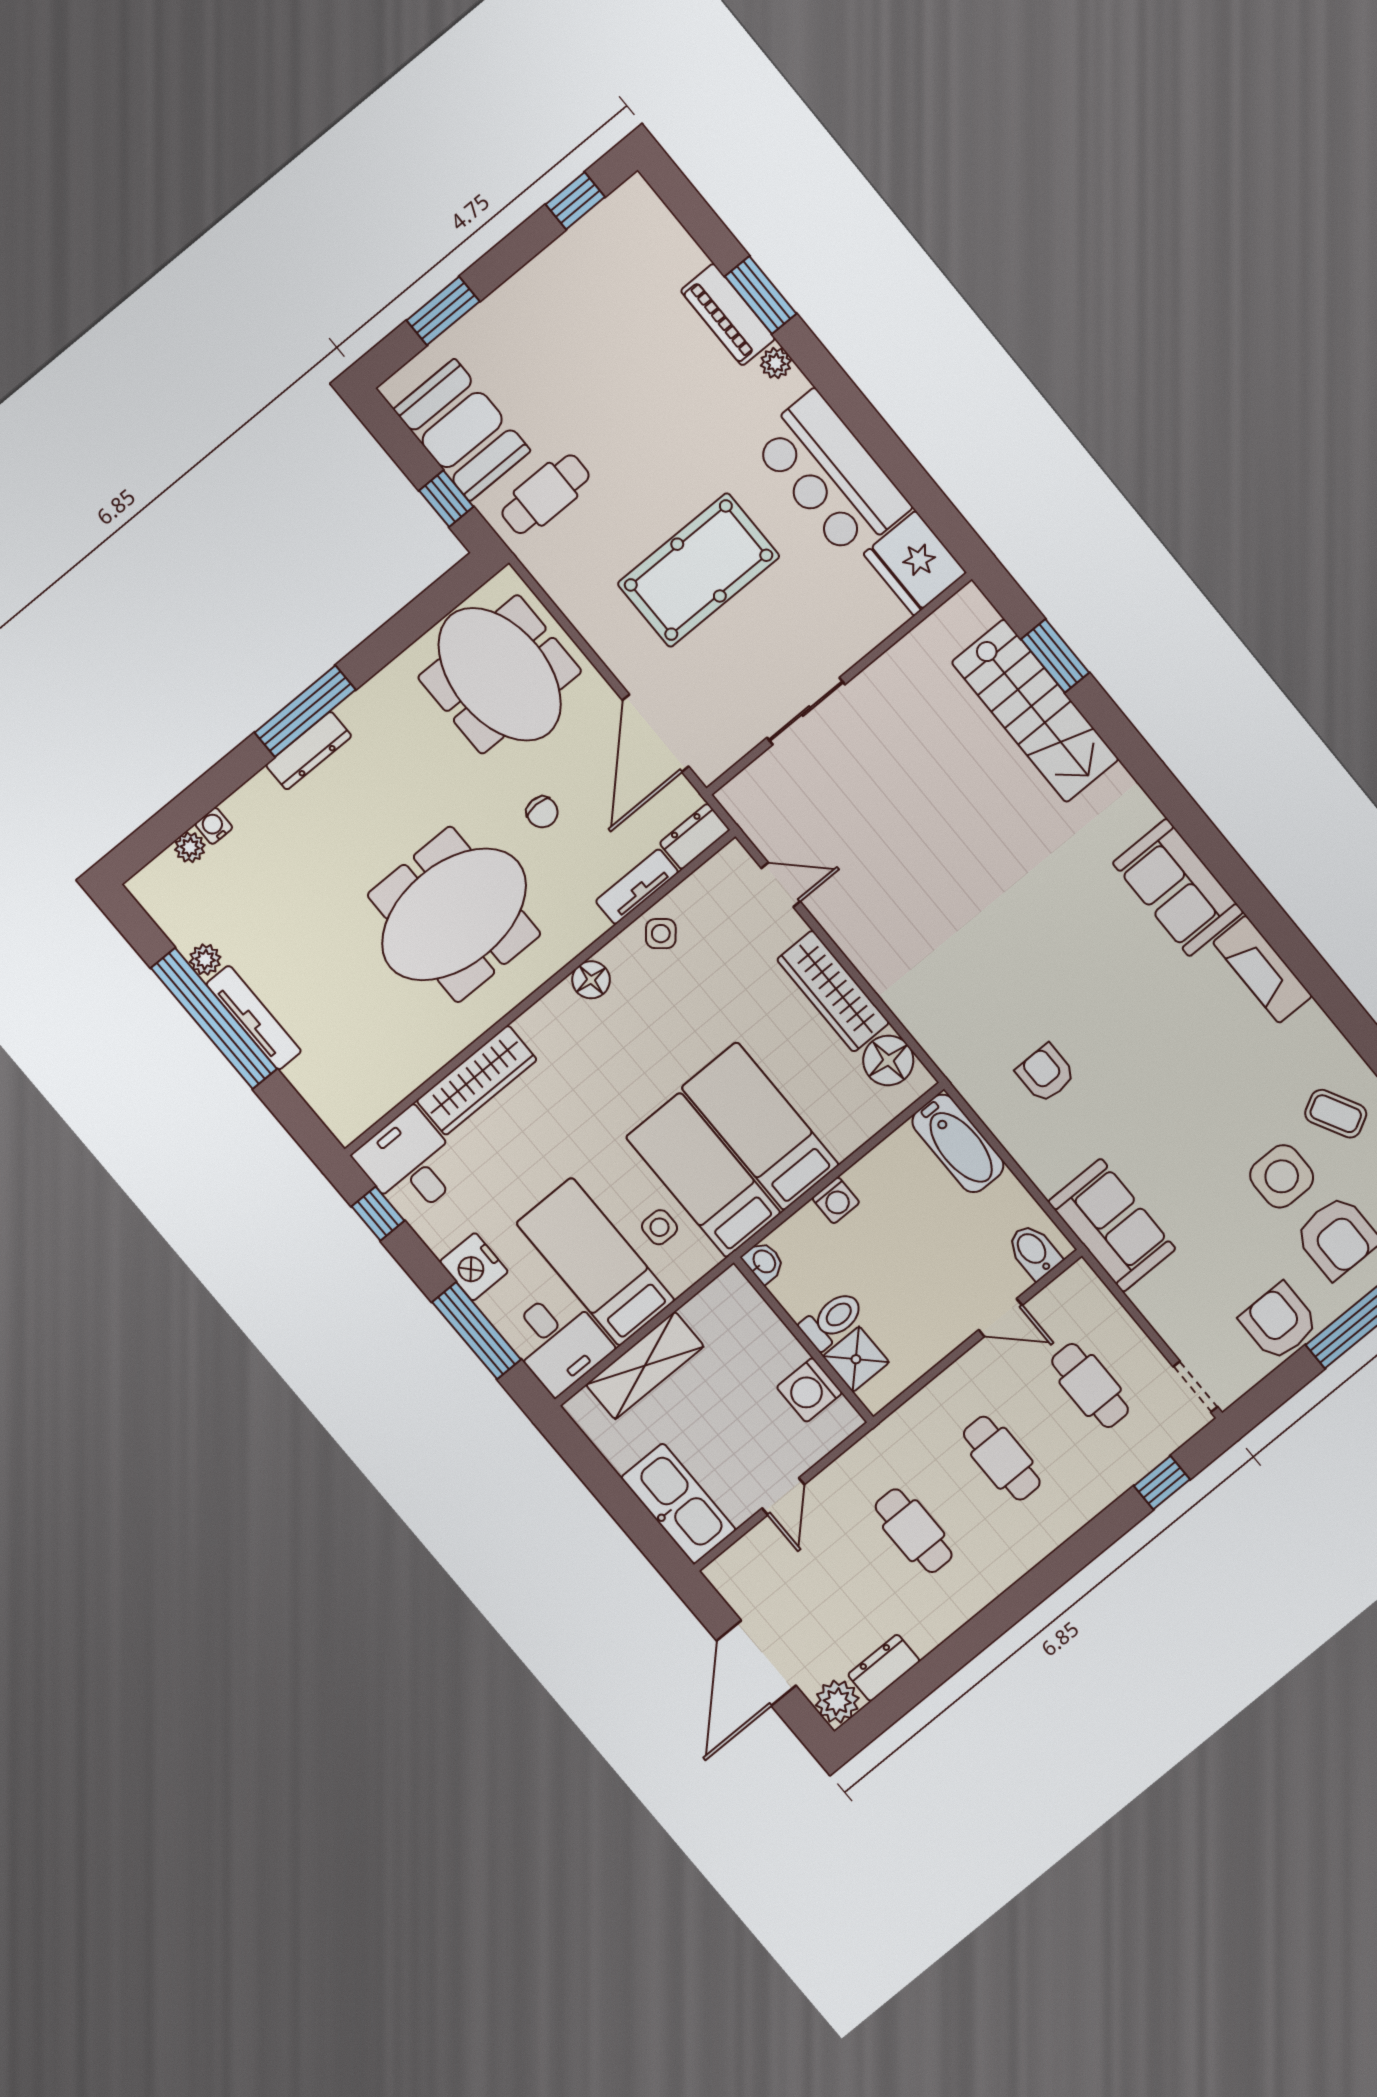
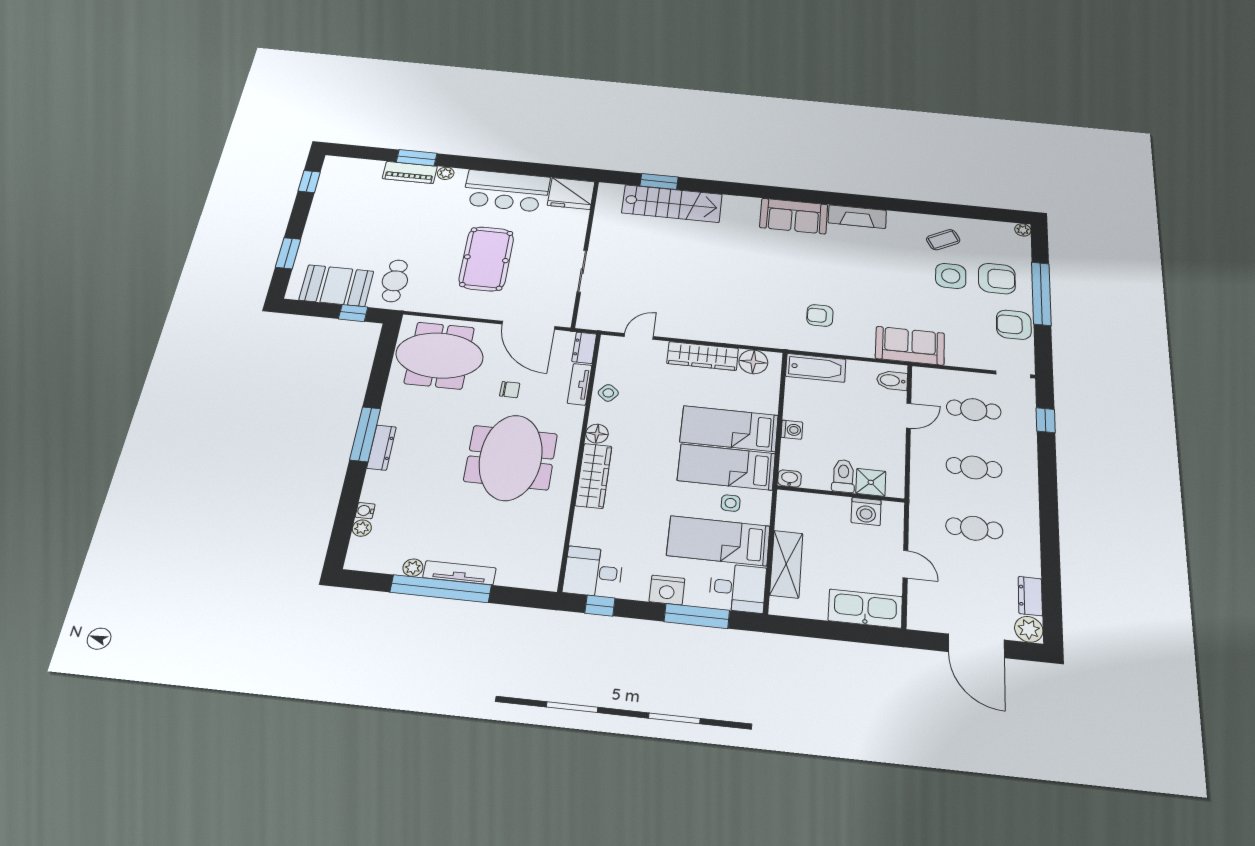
wardrobe: (477, 1080) -> (594, 476), moved

